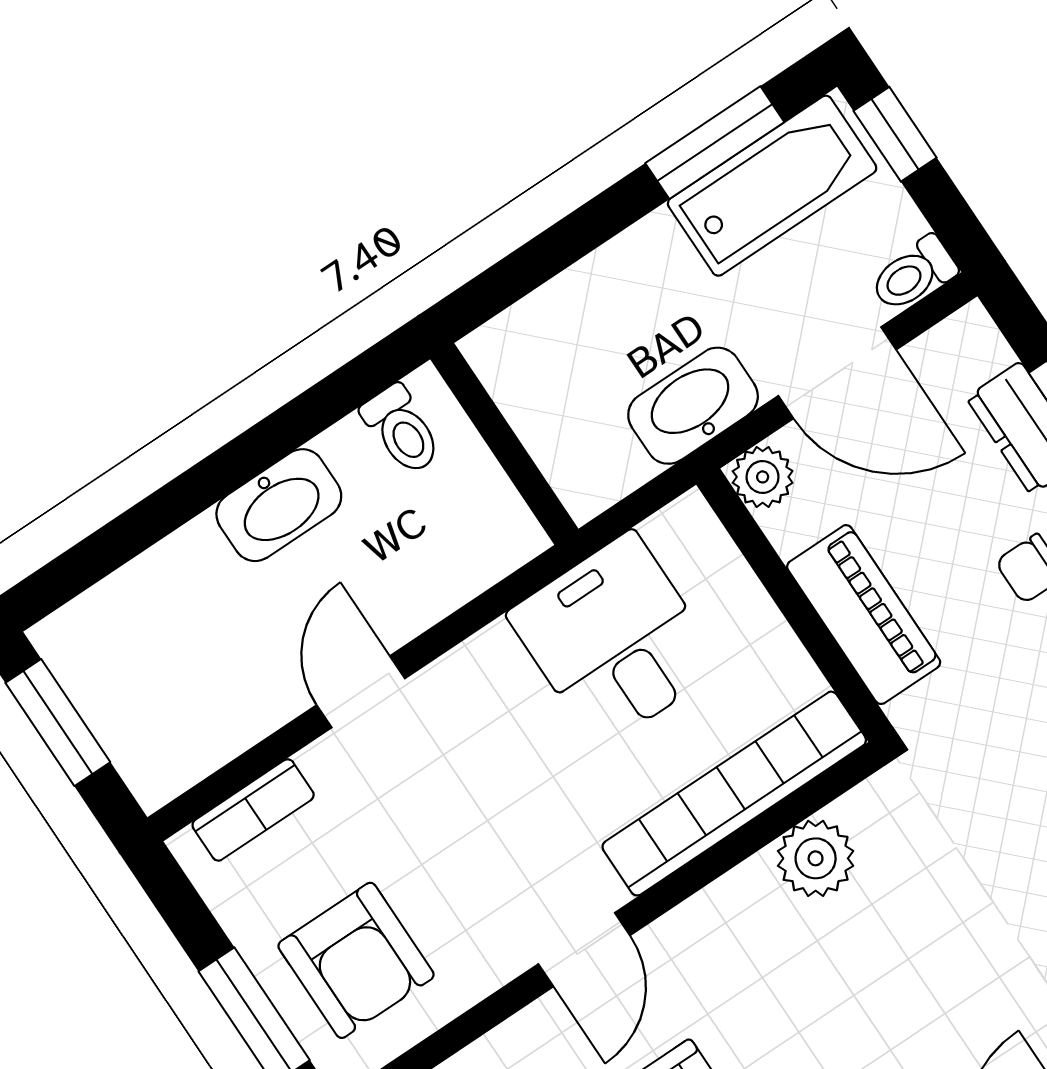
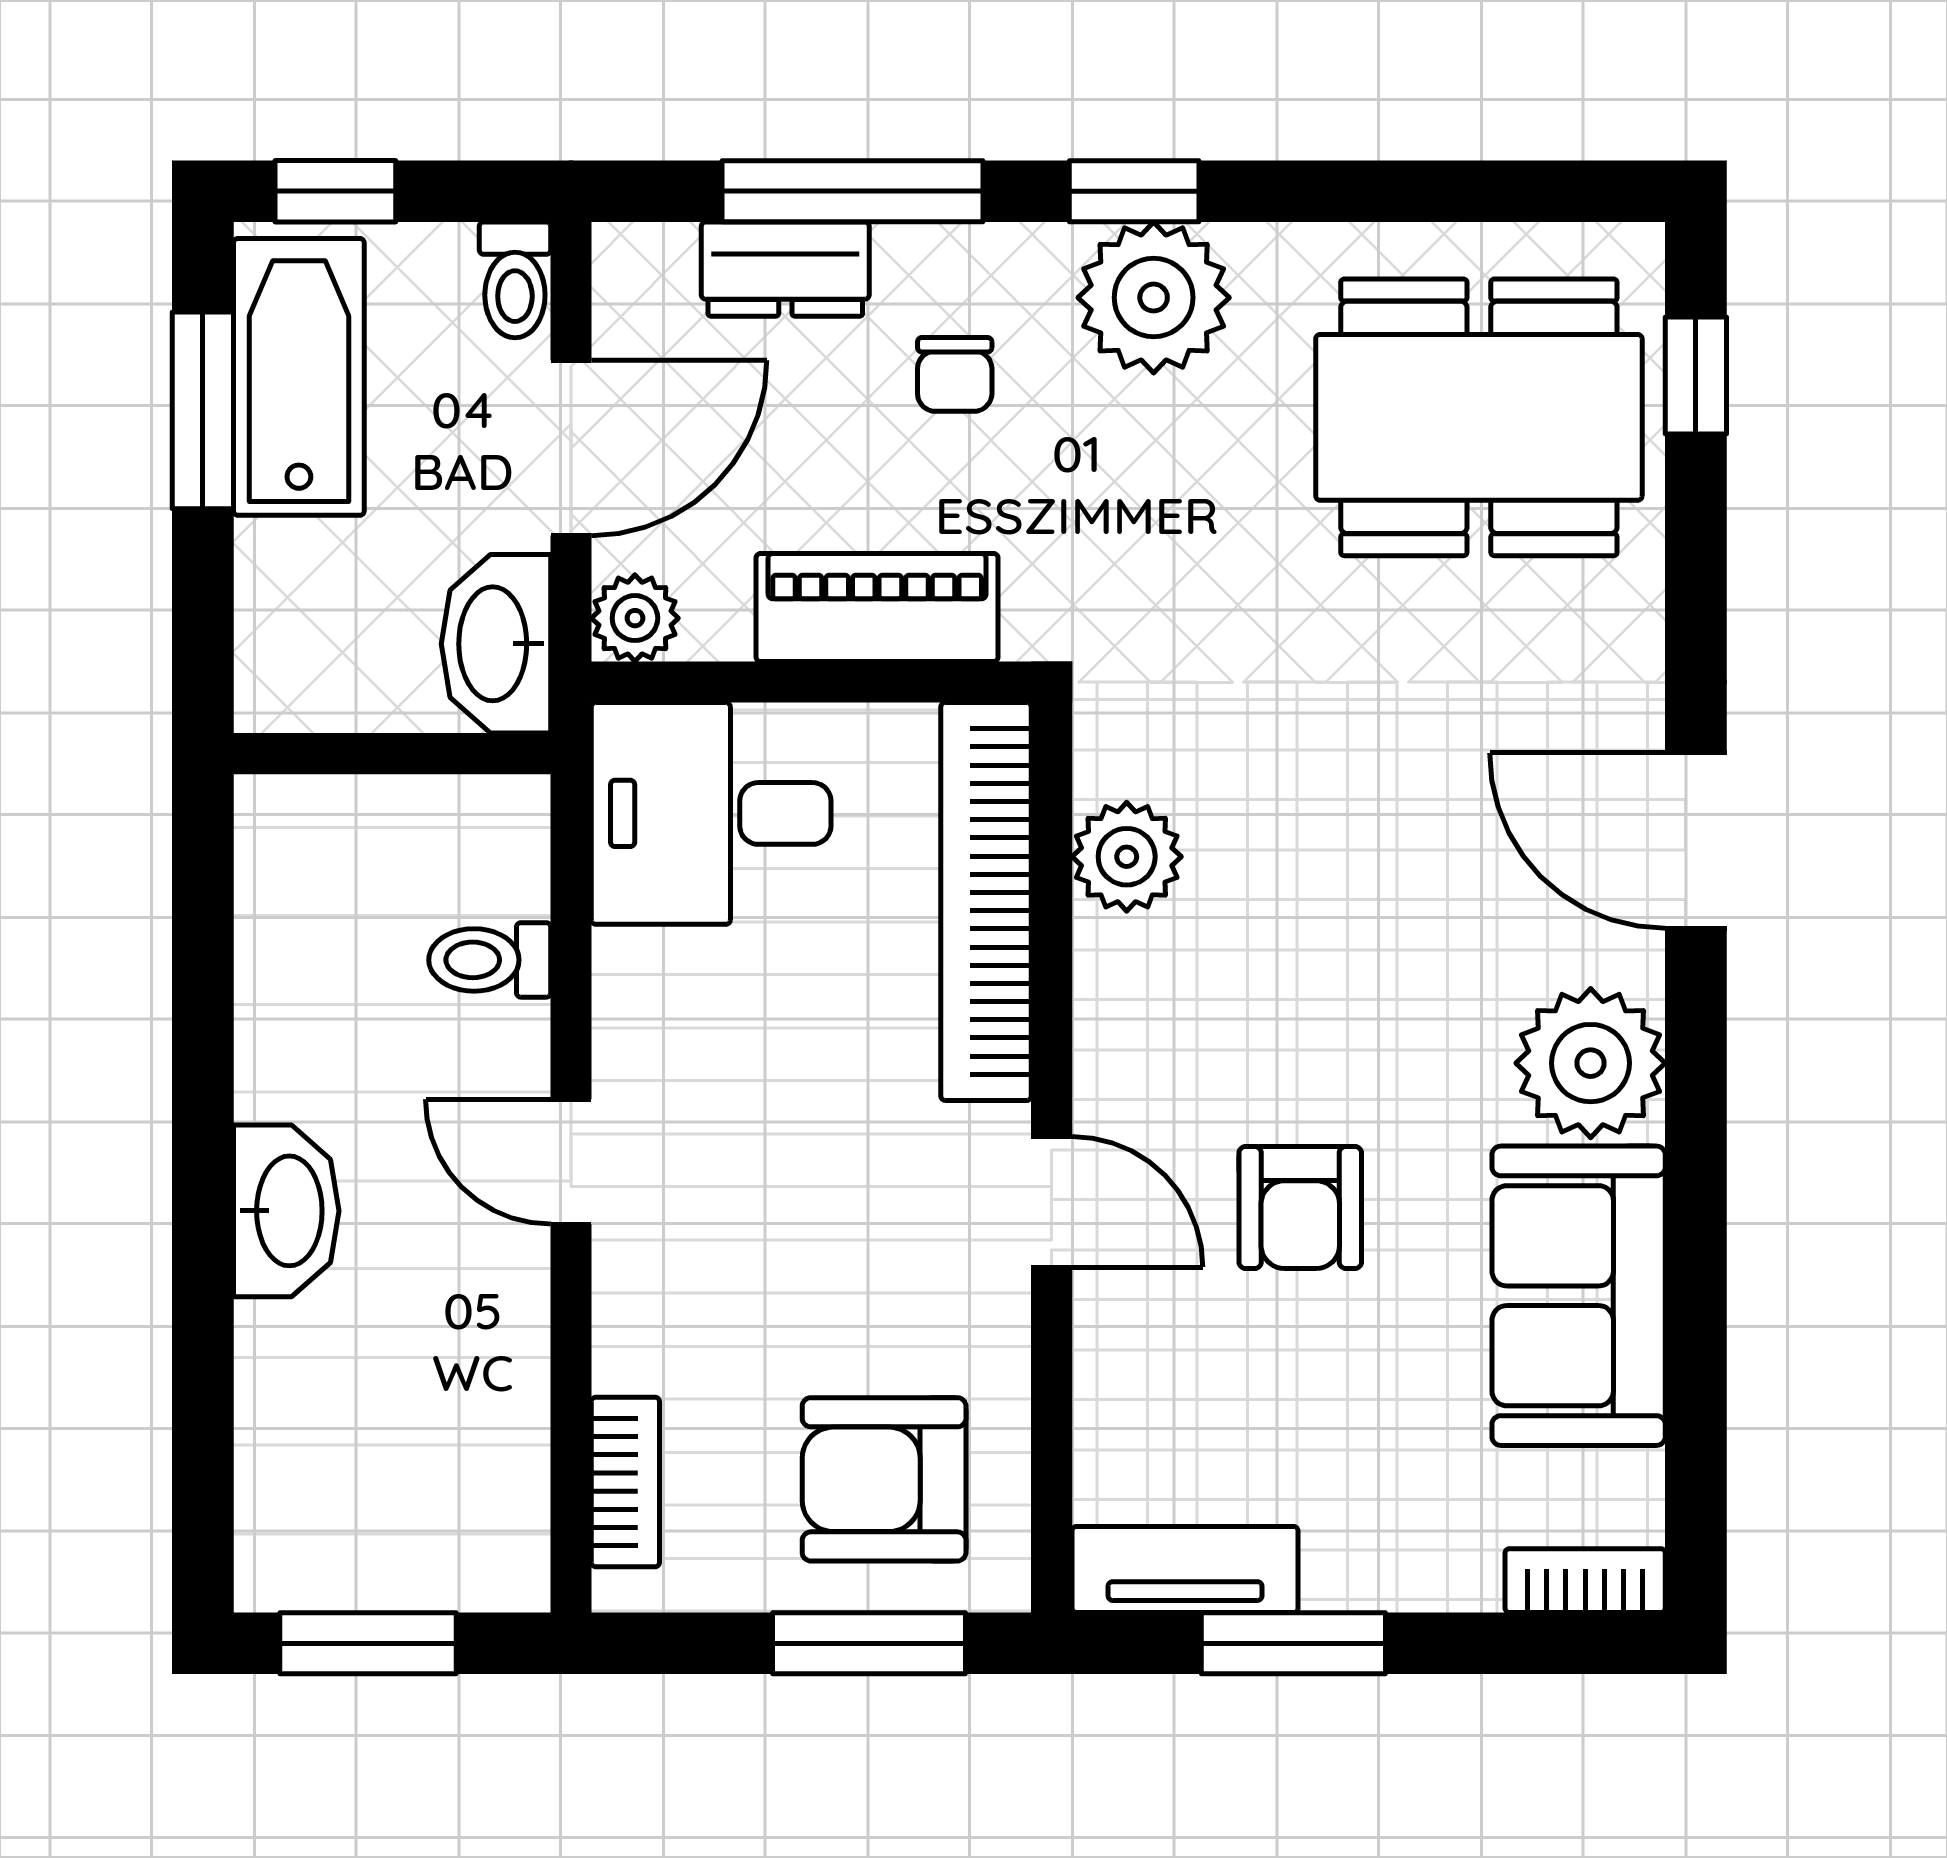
toilet: (402, 430) -> (490, 960), moved, turned 180
wall: (504, 444) -> (392, 754), moved
desk: (615, 640) -> (711, 813), moved
door: (361, 692) -> (571, 1162), moved
armchair: (356, 960) -> (884, 1479), turned 180

